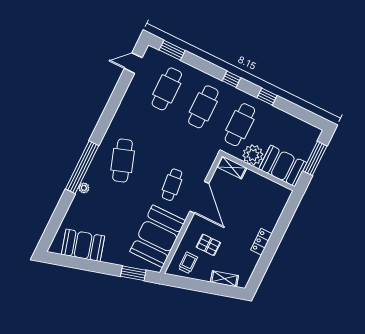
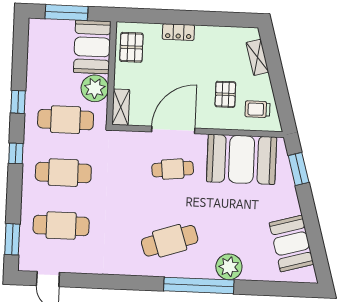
plant: (84, 188) -> (229, 267), width x1.87, depth x1.87
pallet: (270, 193) -> (131, 47), added
locker: (261, 242) -> (178, 32), moved

